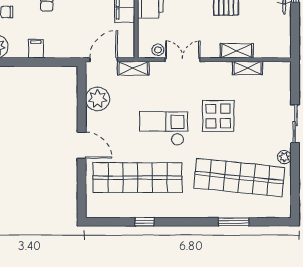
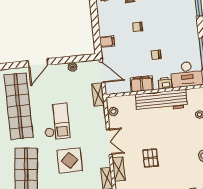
filing cabinet: (36, 49) -> (107, 41), moved
double door: (183, 60) -> (109, 142), moved
plant: (98, 99) -> (73, 67), width x0.53, depth x0.53

